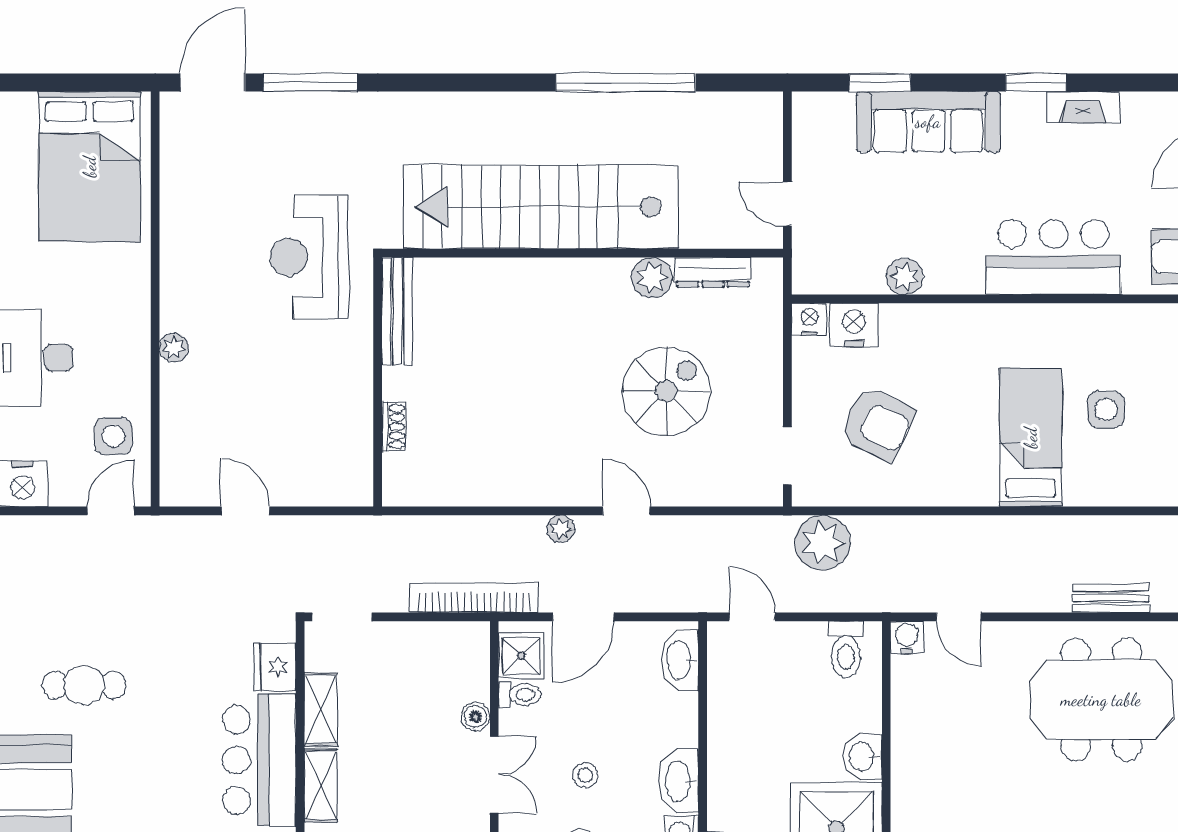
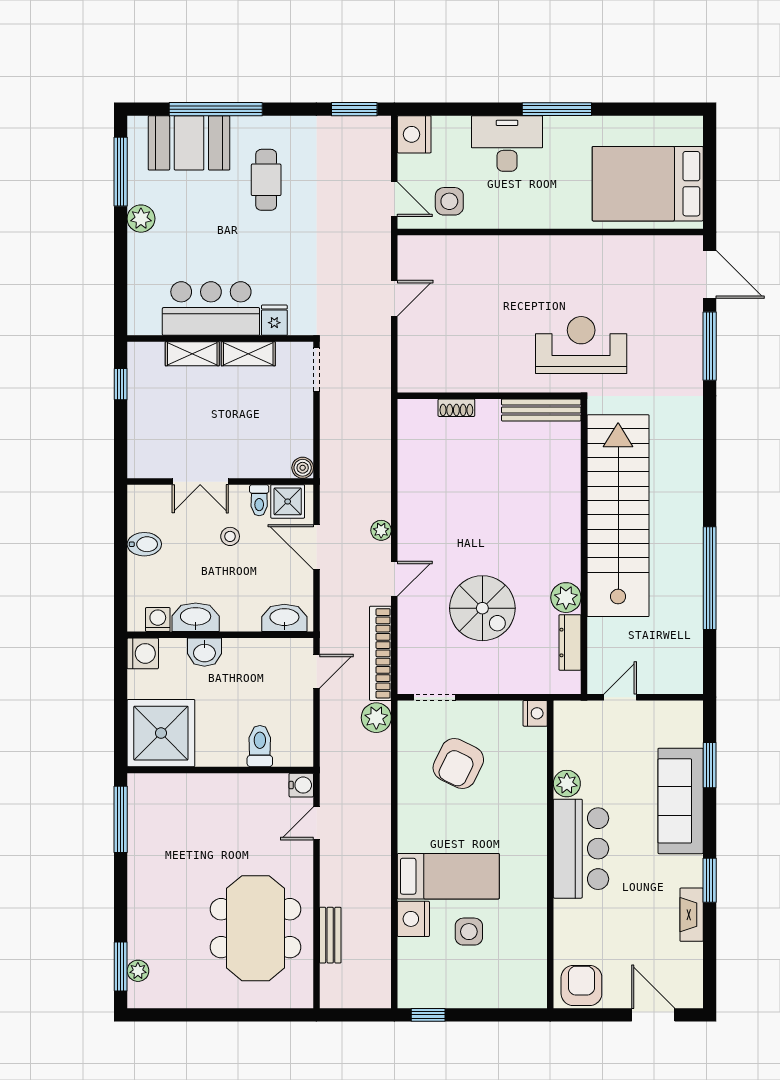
bar counter: (1054, 257) -> (581, 849), moved
nightstand: (854, 325) -> (413, 919), moved, turned 180
plant: (174, 348) -> (514, 246), removed
plant: (823, 543) -> (376, 718), width x0.73, depth x0.73
bookcase: (474, 598) -> (380, 653), moved, turned 180
toilet: (846, 649) -> (260, 746), moved, turned 90
fridge: (275, 667) -> (274, 320), width x0.72
boiler: (476, 717) -> (303, 468), moved
washbasin: (863, 756) -> (204, 652), moved, turned 180
stool: (585, 775) -> (230, 536), moved

